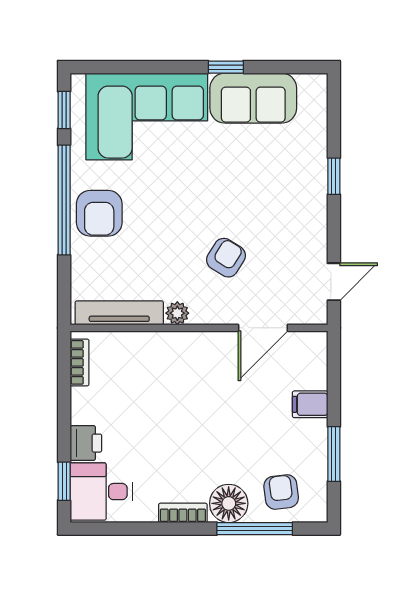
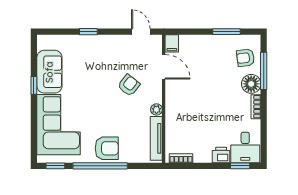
armchair: (226, 258) -> (129, 85), turned 96
filing cabinet: (310, 404) -> (172, 43), moved

